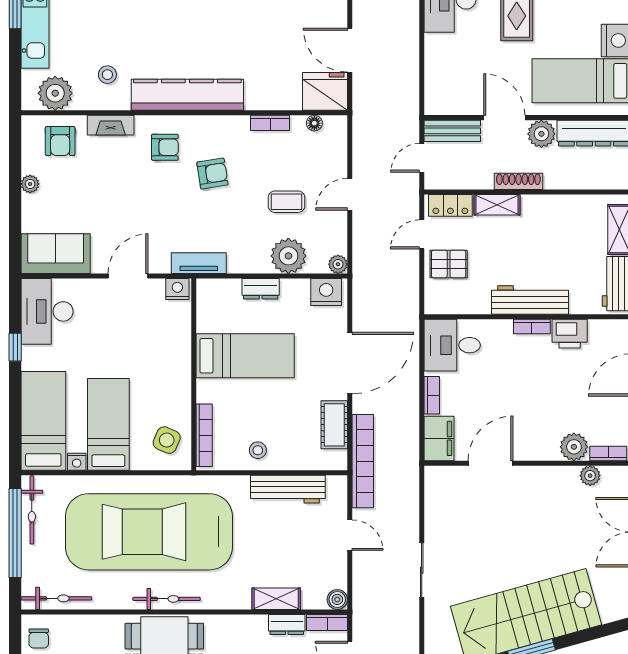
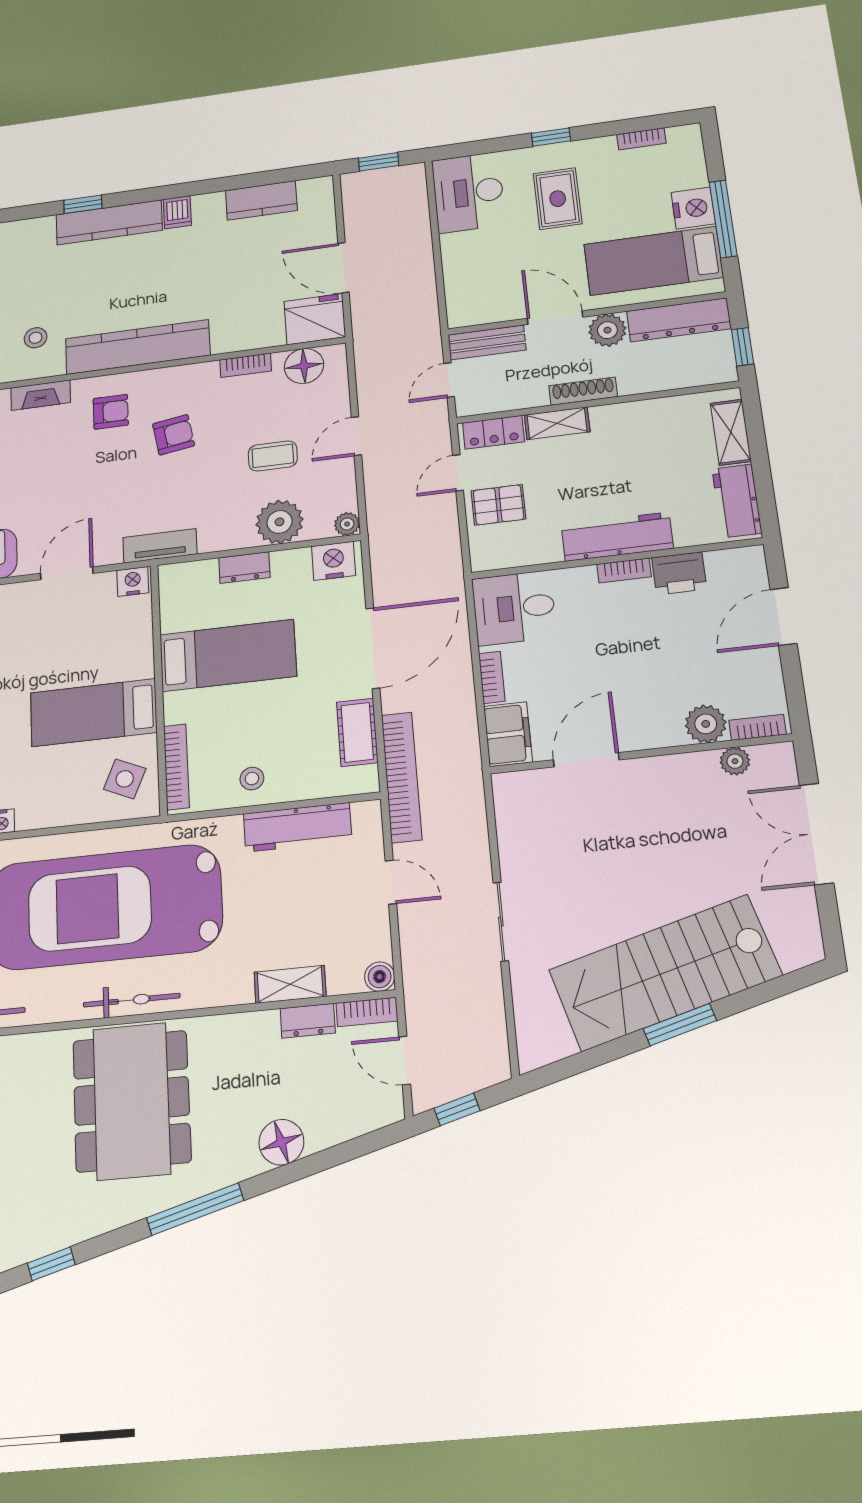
floor lamp: (314, 123) -> (304, 366), width x1.89, depth x1.89
bed: (108, 424) -> (94, 713), moved, turned -90

